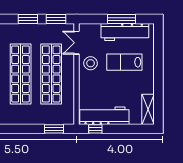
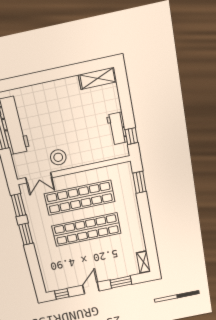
lab bench: (124, 62) -> (48, 119), removed
workbench: (104, 116) -> (117, 128), width x0.53, depth x0.76

